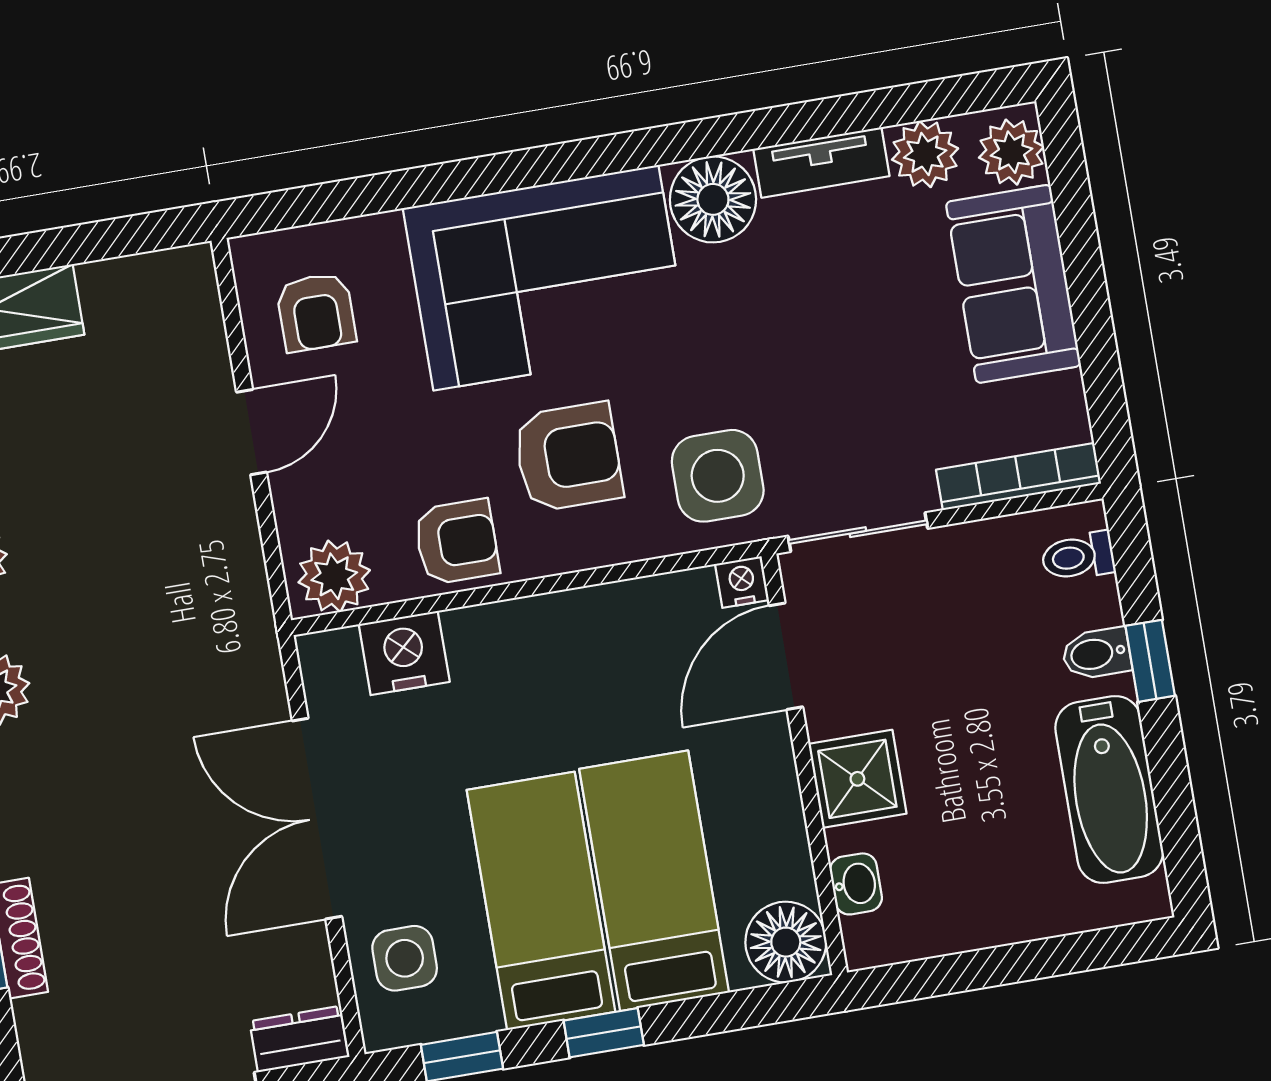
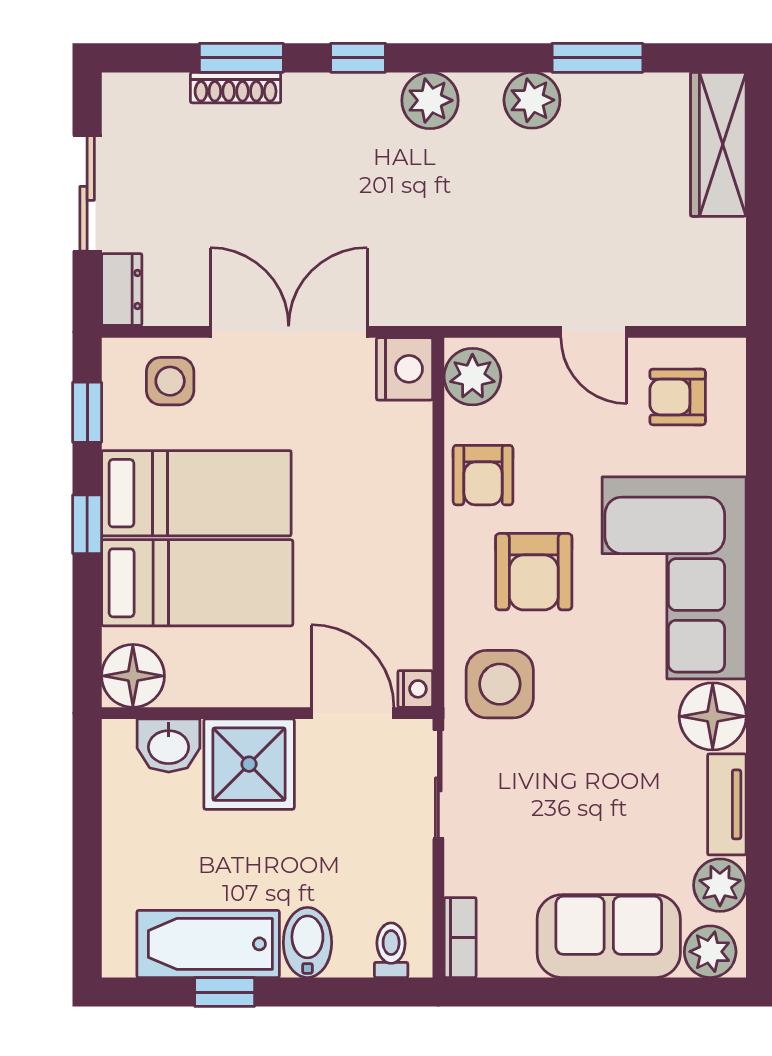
bookcase: (1019, 477) -> (460, 938), width x0.64
nightstand: (404, 653) -> (404, 369), moved
bidet: (1096, 654) -> (307, 943), width x1.38, depth x1.36
window: (1150, 661) -> (225, 992), moved
shower: (857, 779) -> (249, 764), width x1.36, depth x1.36
washbasin: (856, 884) -> (169, 745), width x1.38, depth x1.45

